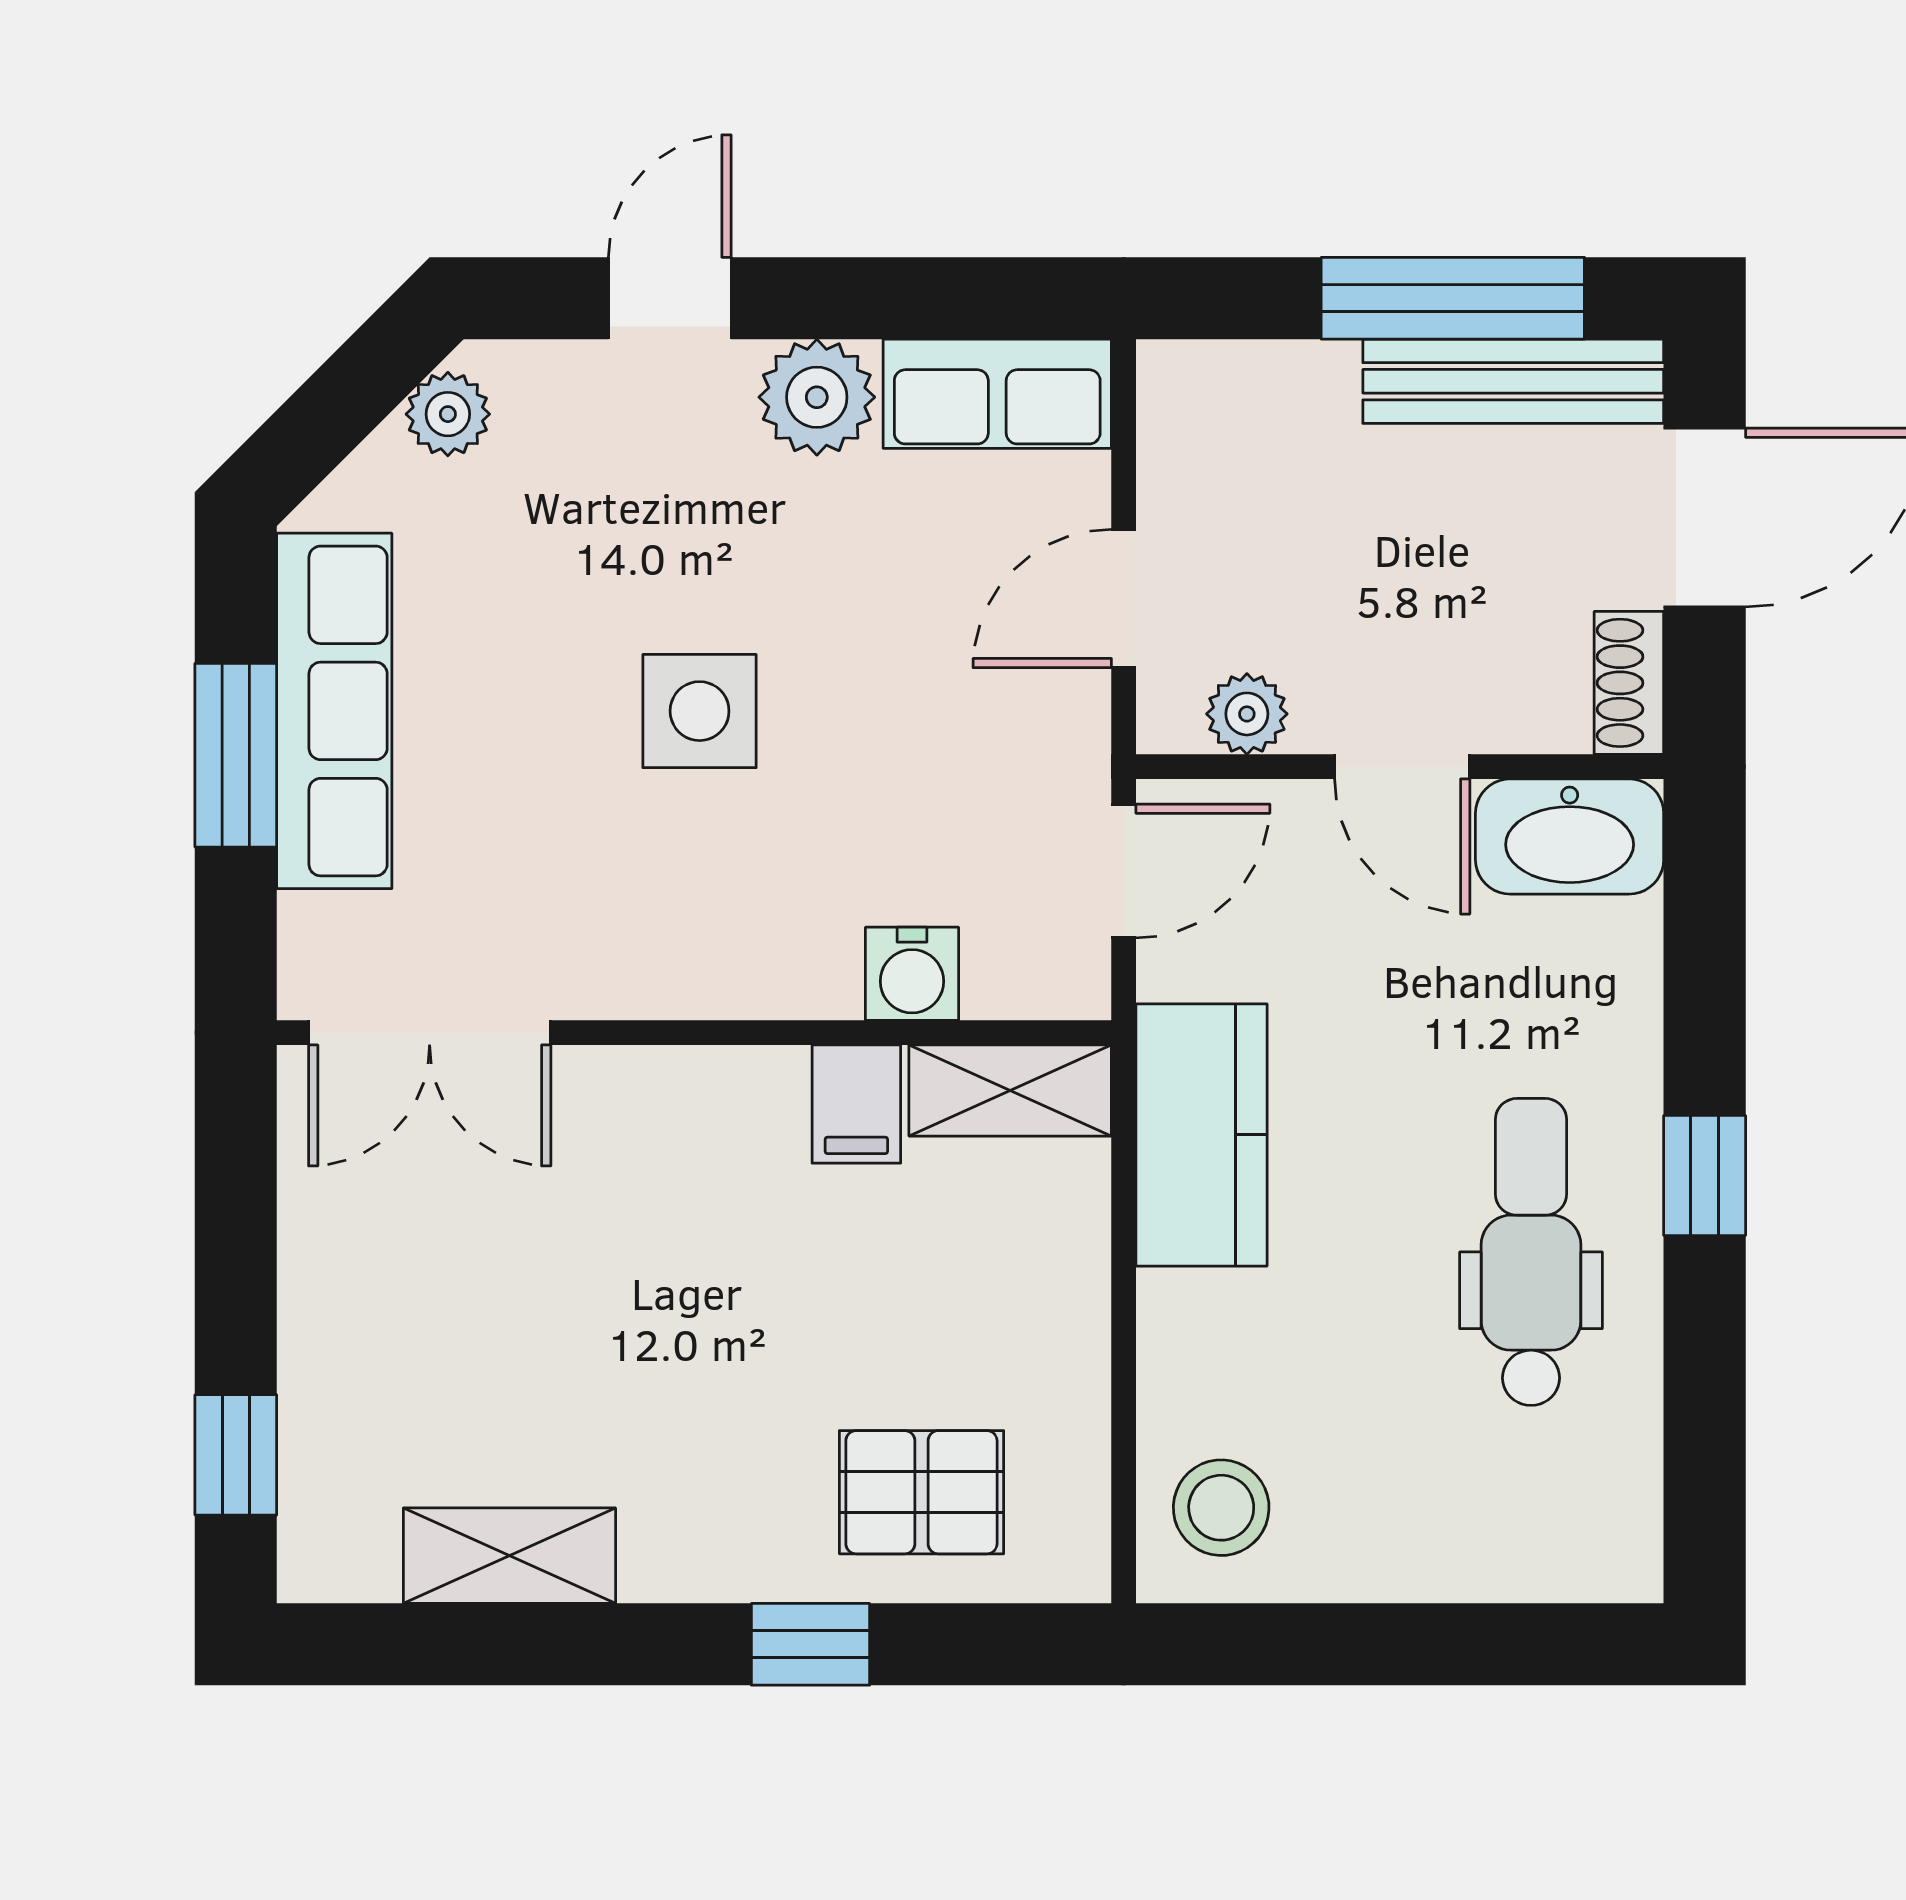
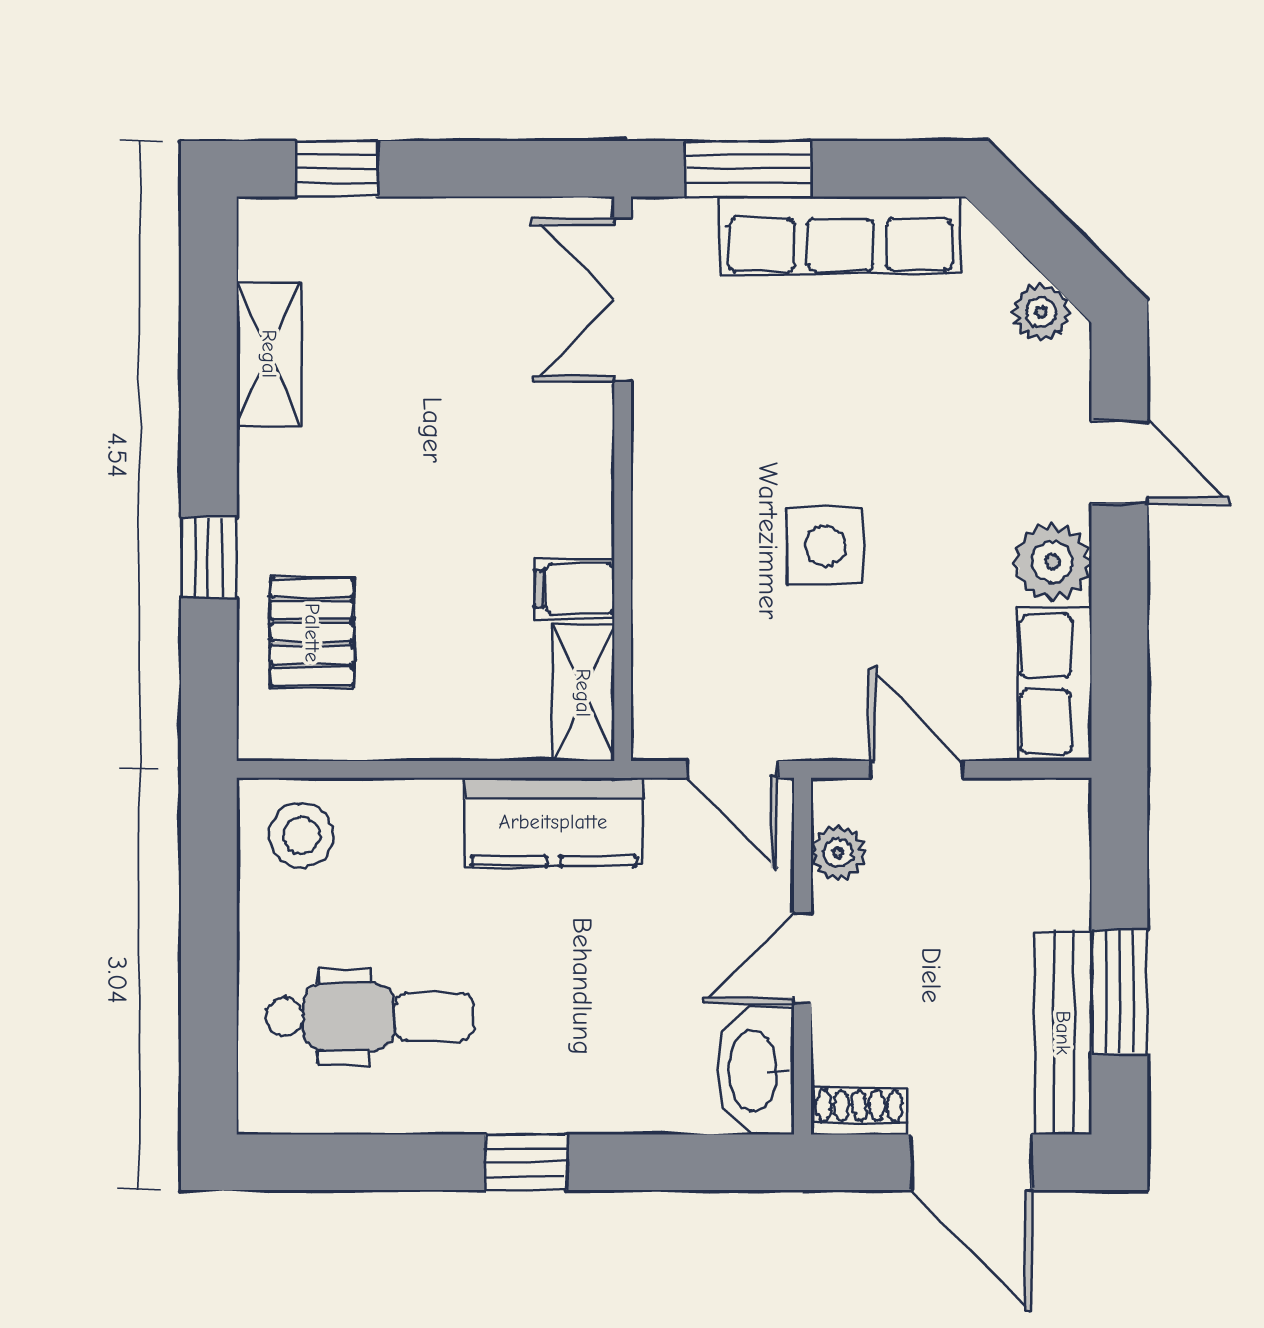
window: (1453, 298) -> (1119, 992), width x0.69
side table: (700, 711) -> (825, 546), moved
window: (236, 755) -> (748, 169), moved
water cooler: (912, 974) -> (662, 626), removed
dental chair: (1531, 1252) -> (370, 1017), moved

